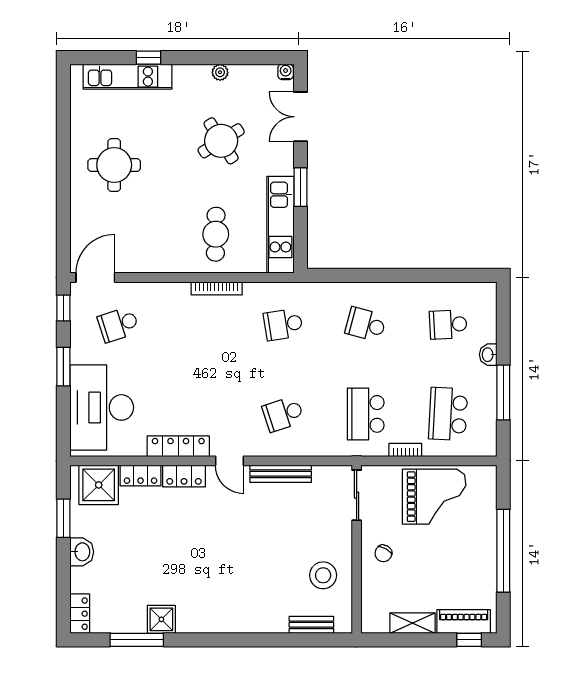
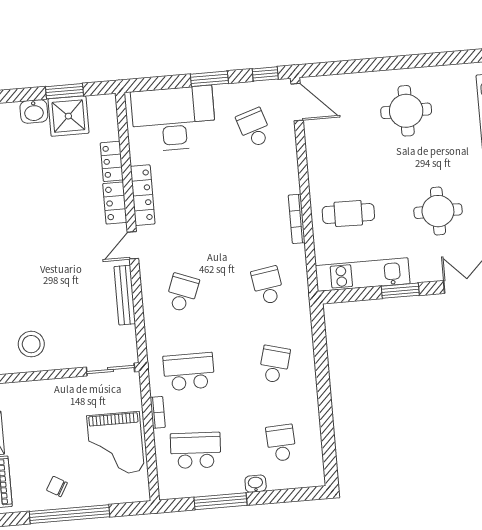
round table: (221, 141) -> (438, 211), turned 32
school desk: (283, 414) -> (182, 293), turned 39
shower: (99, 485) -> (68, 116), moved
chair: (383, 553) -> (57, 486), moved

